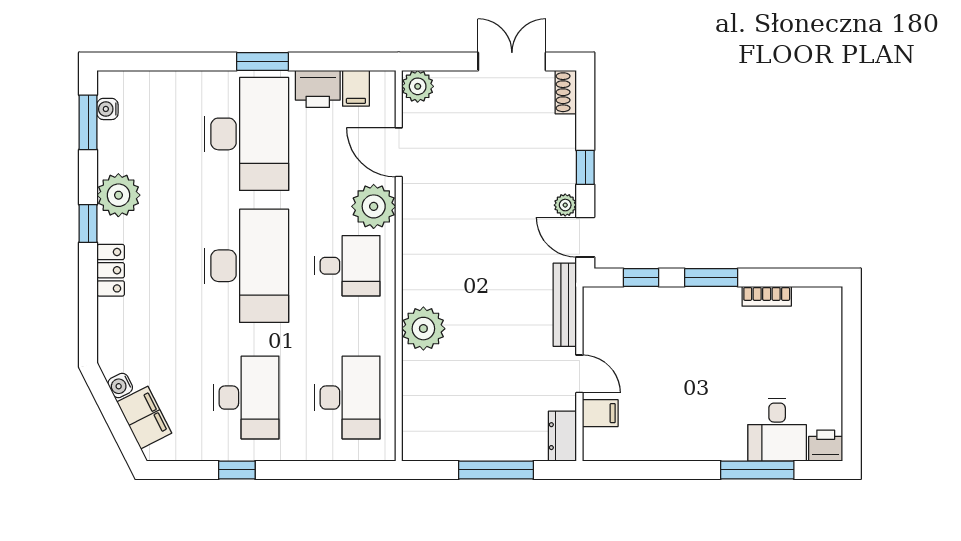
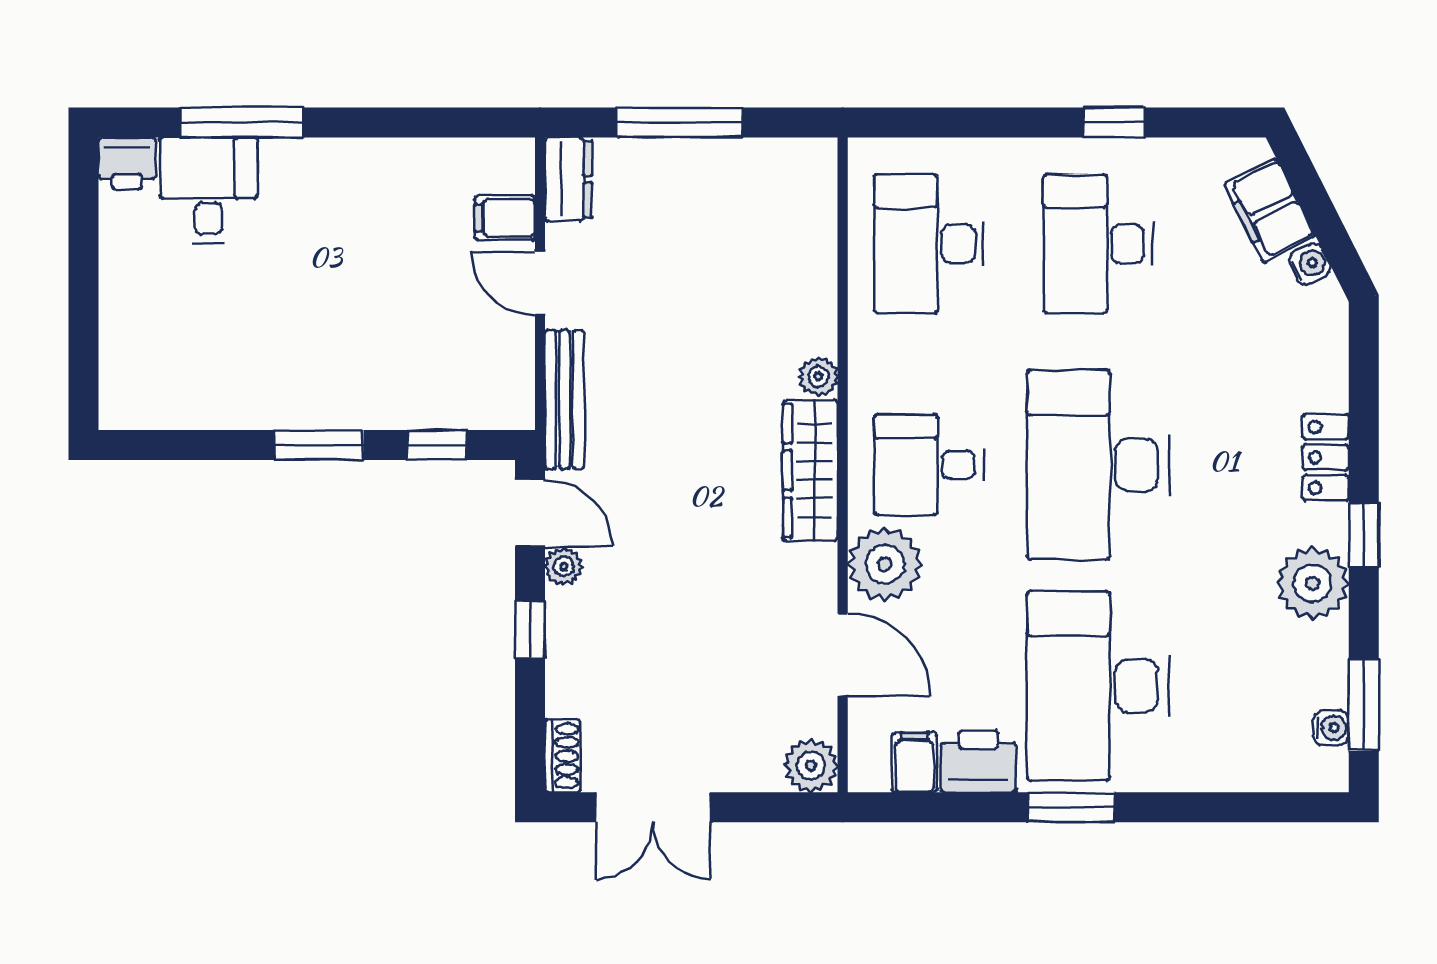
wardrobe: (418, 262) -> (810, 471), added
bookcase: (767, 296) -> (226, 414), removed
plant: (423, 329) -> (818, 377), width x0.53, depth x0.53

